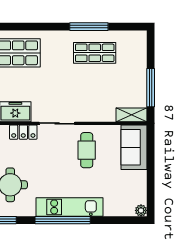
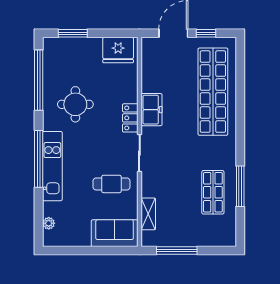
shelving: (132, 115) -> (148, 214), moved
plant: (141, 210) -> (49, 223), moved

